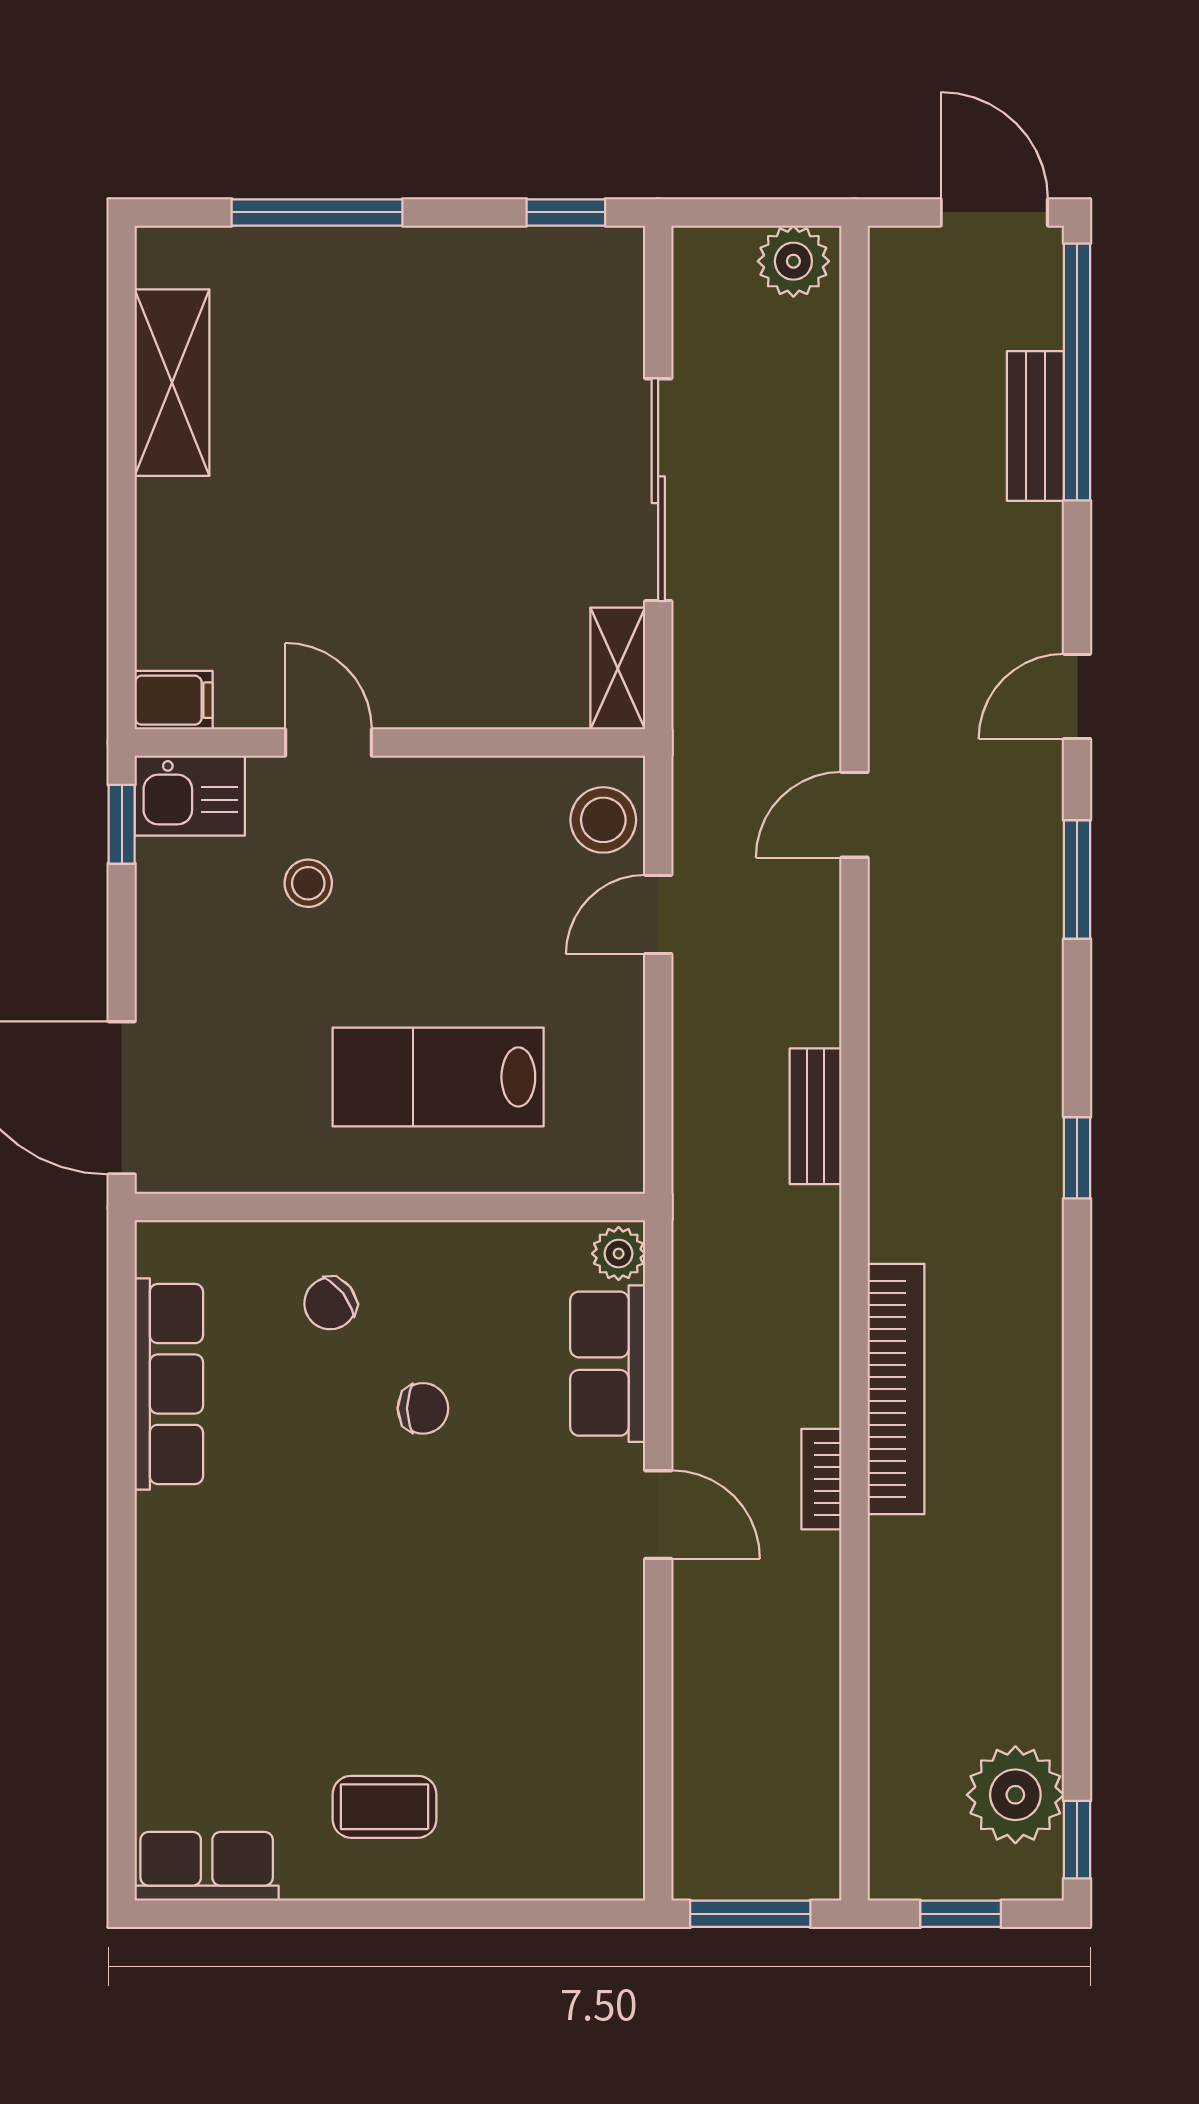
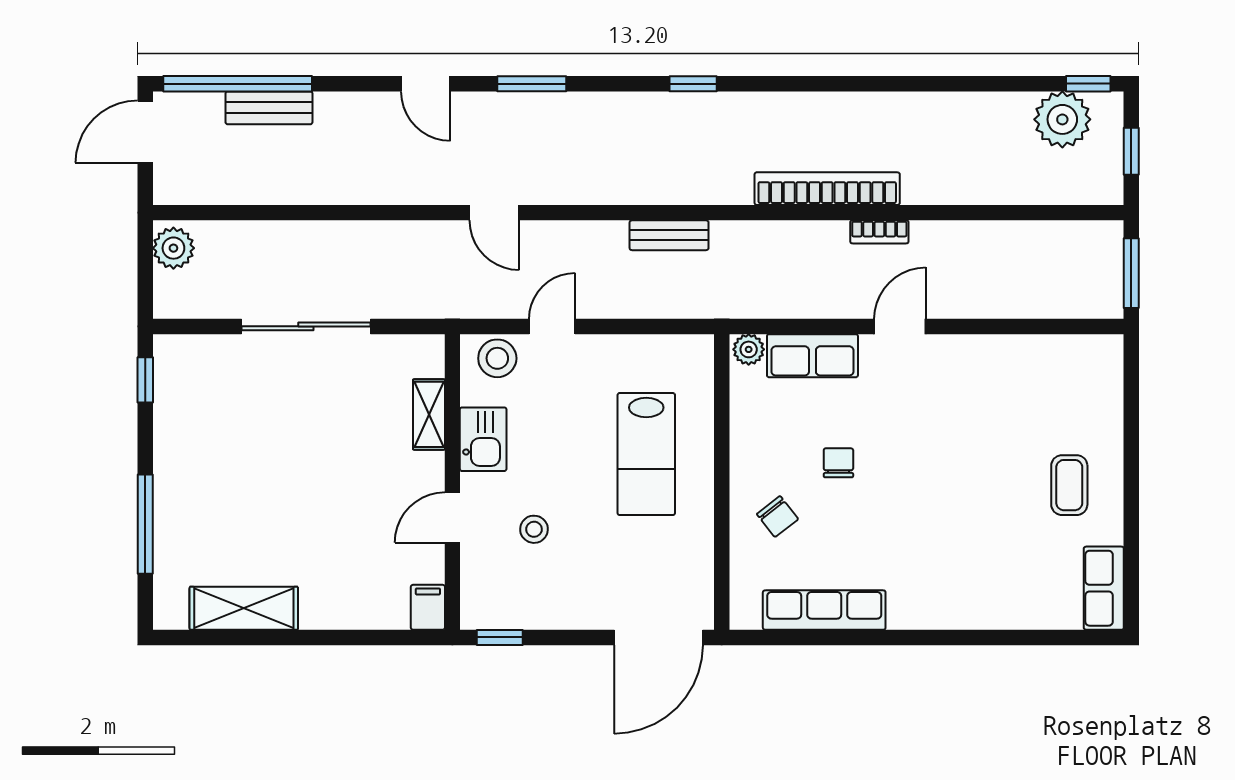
shelving: (618, 668) -> (429, 414), moved, turned 90
kitchen sink: (190, 796) -> (483, 439), moved
door: (658, 914) -> (552, 326), swing flipped

